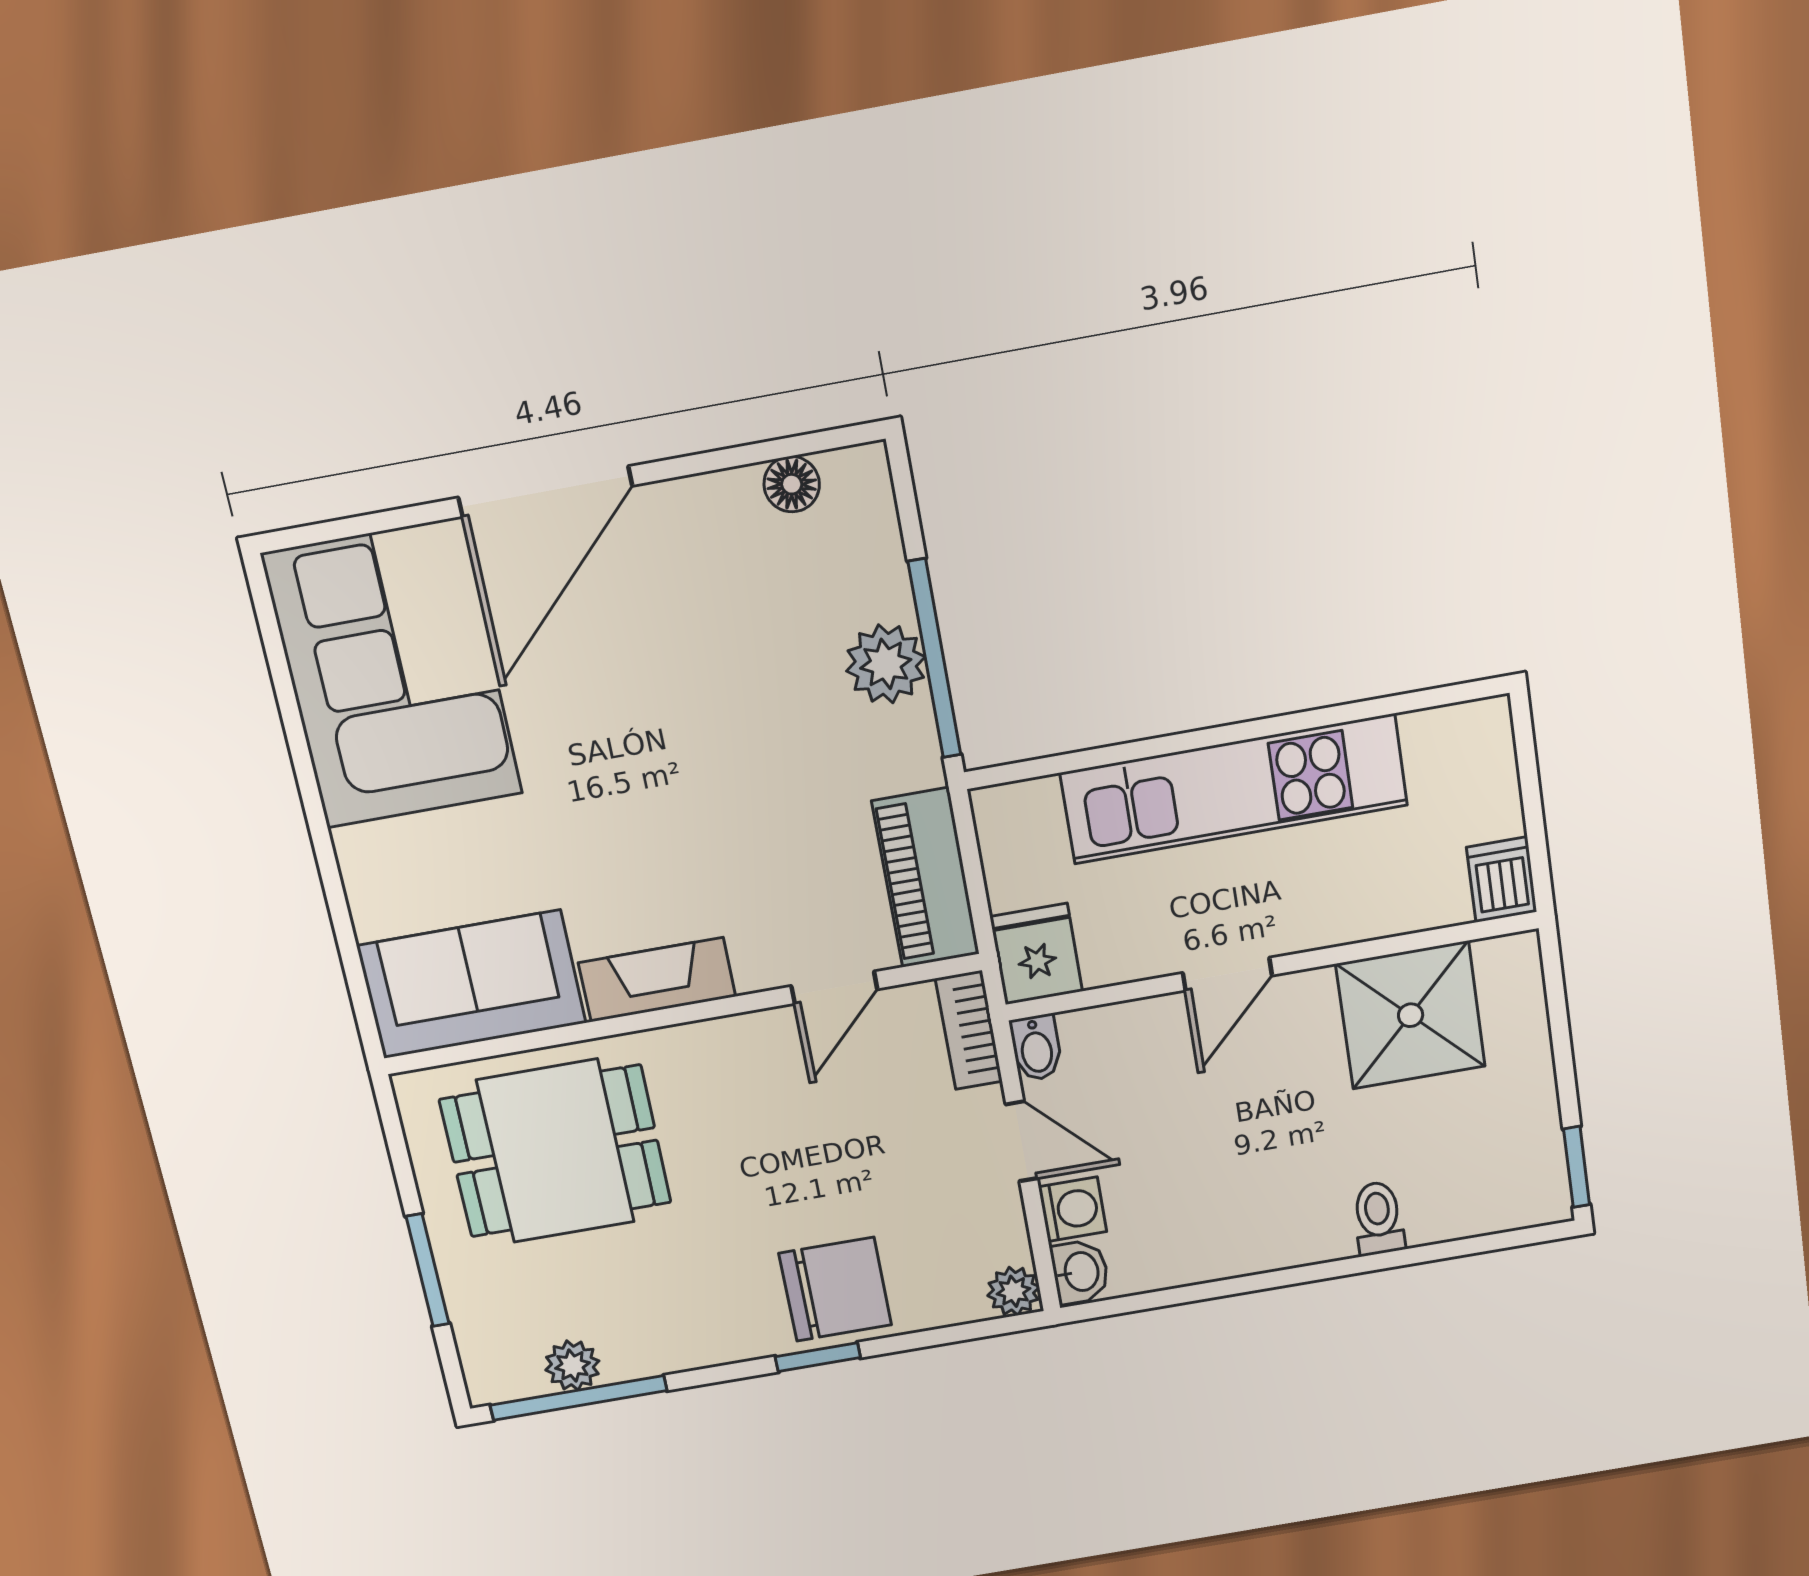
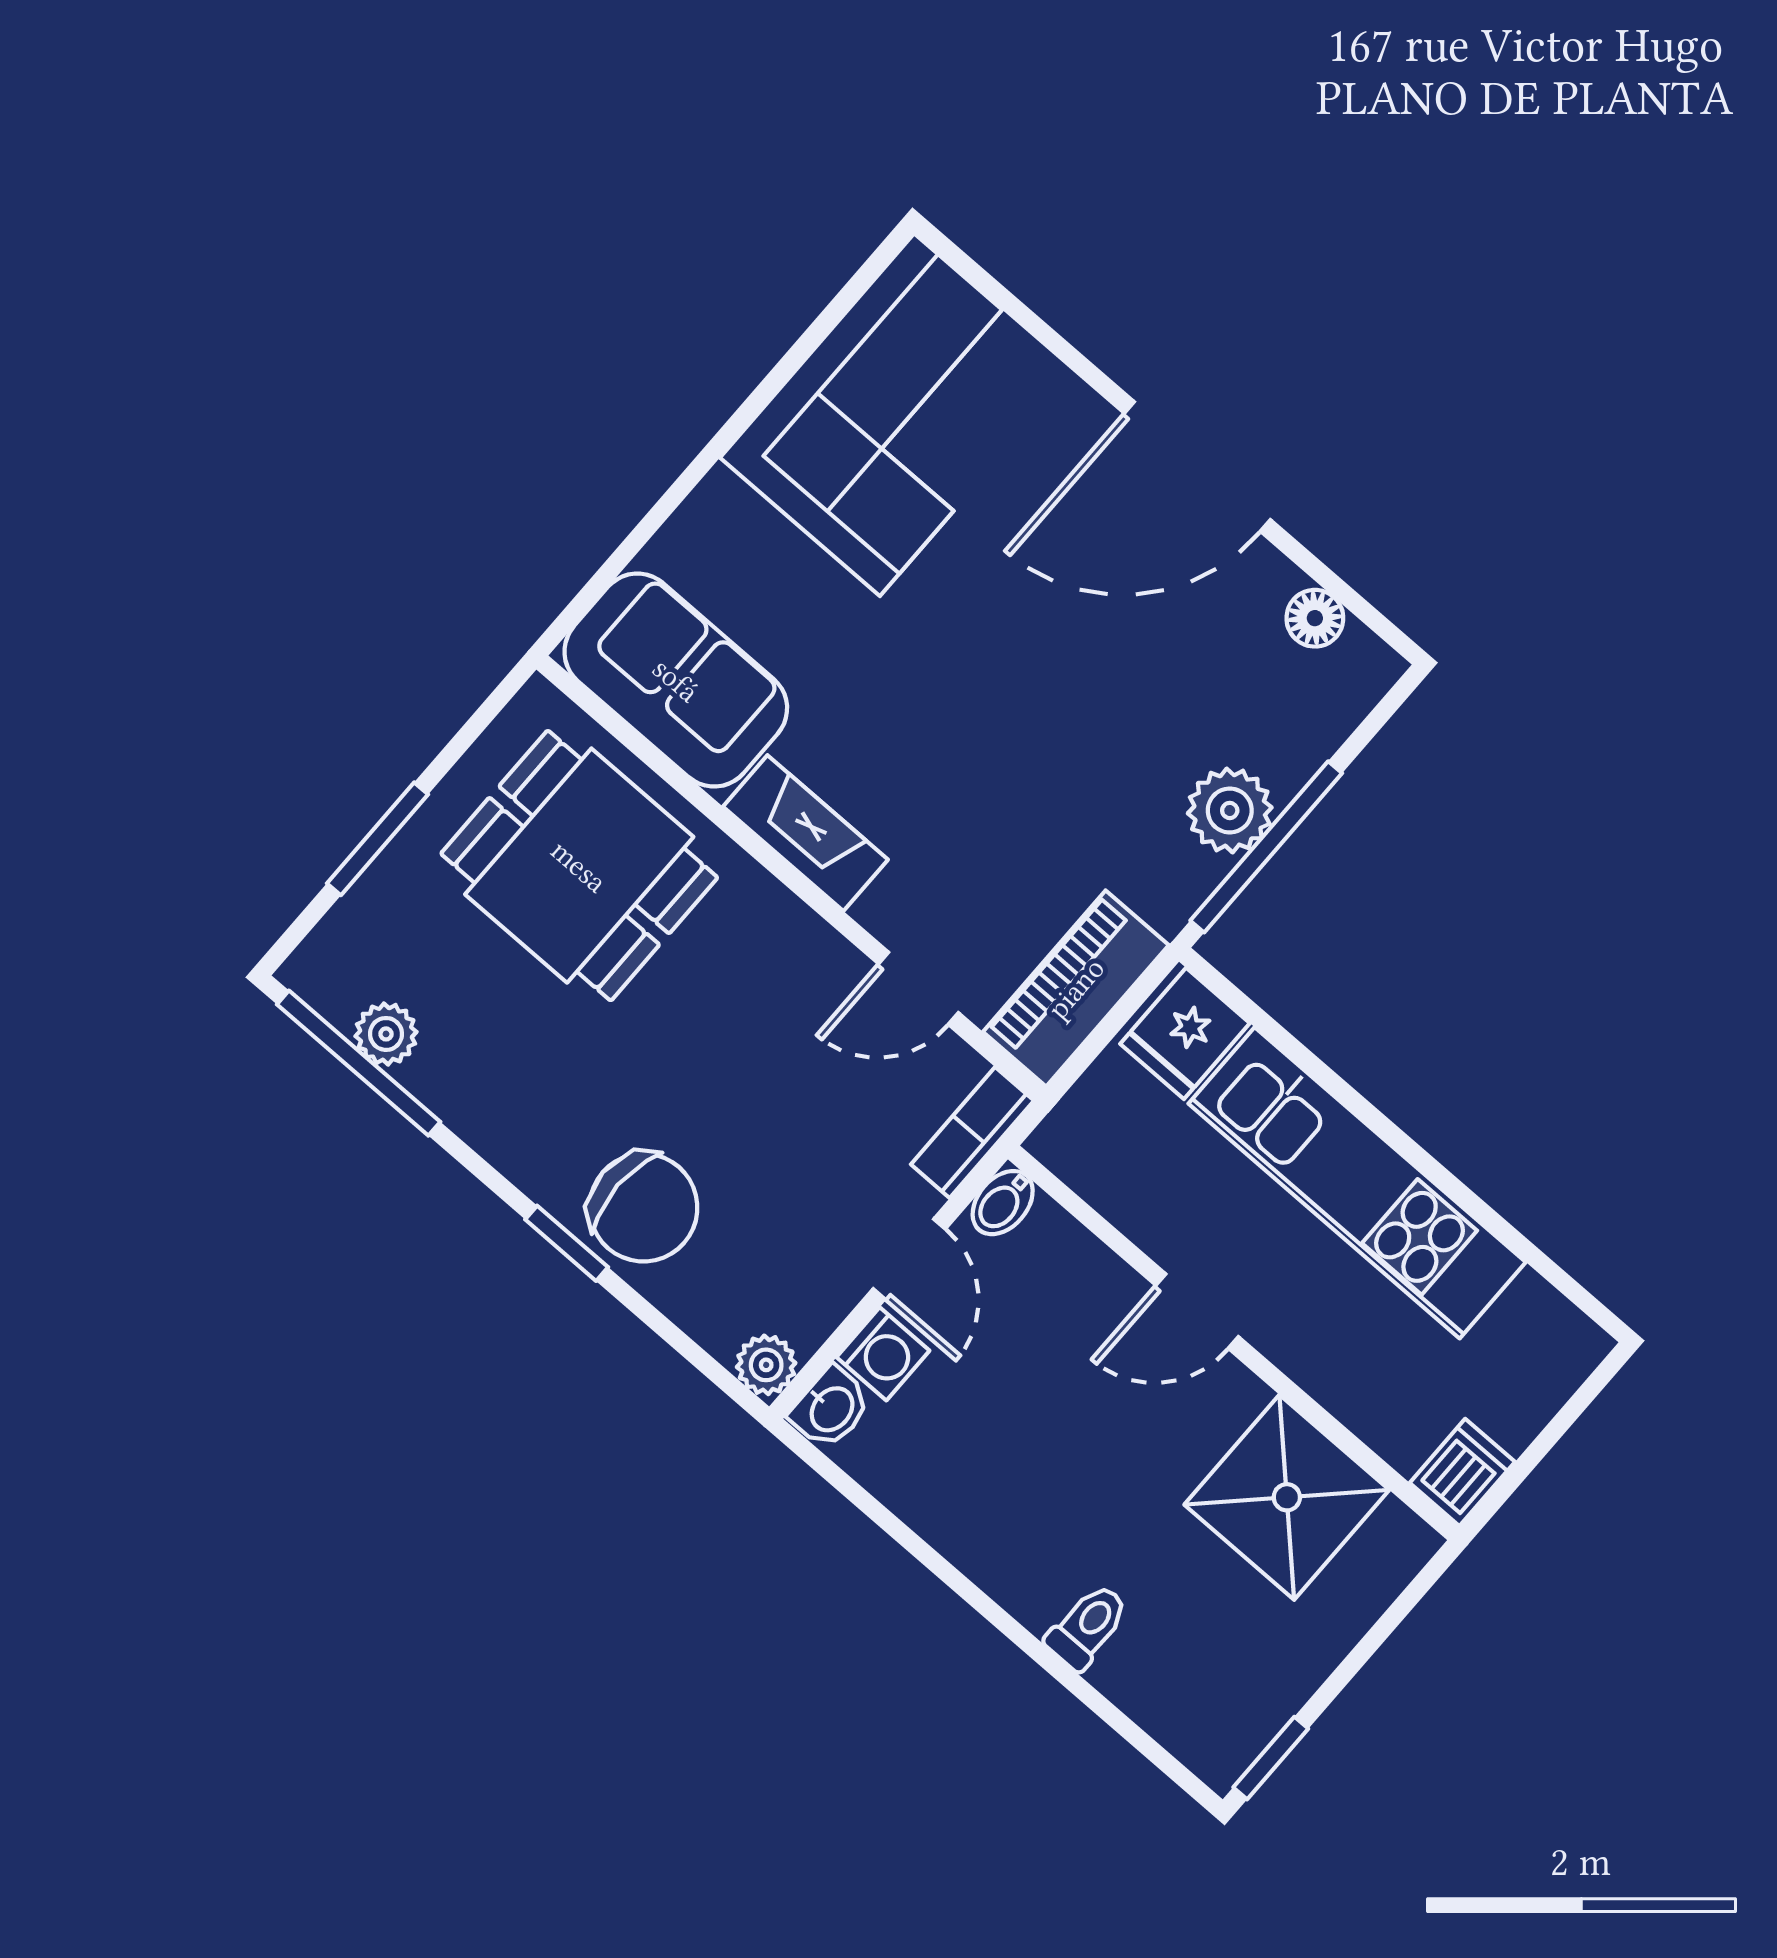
door: (545, 492) -> (1197, 467), moved
fridge: (1036, 954) -> (1185, 1033), moved, turned 180

